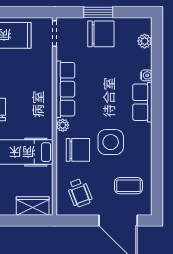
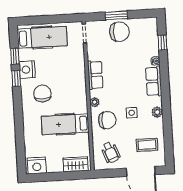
plant: (145, 41) -> (157, 112), moved
window: (157, 52) -> (162, 42), added
row of seats: (65, 89) -> (95, 75), width x0.68
side table: (111, 142) -> (132, 113), width x0.54, depth x0.54

